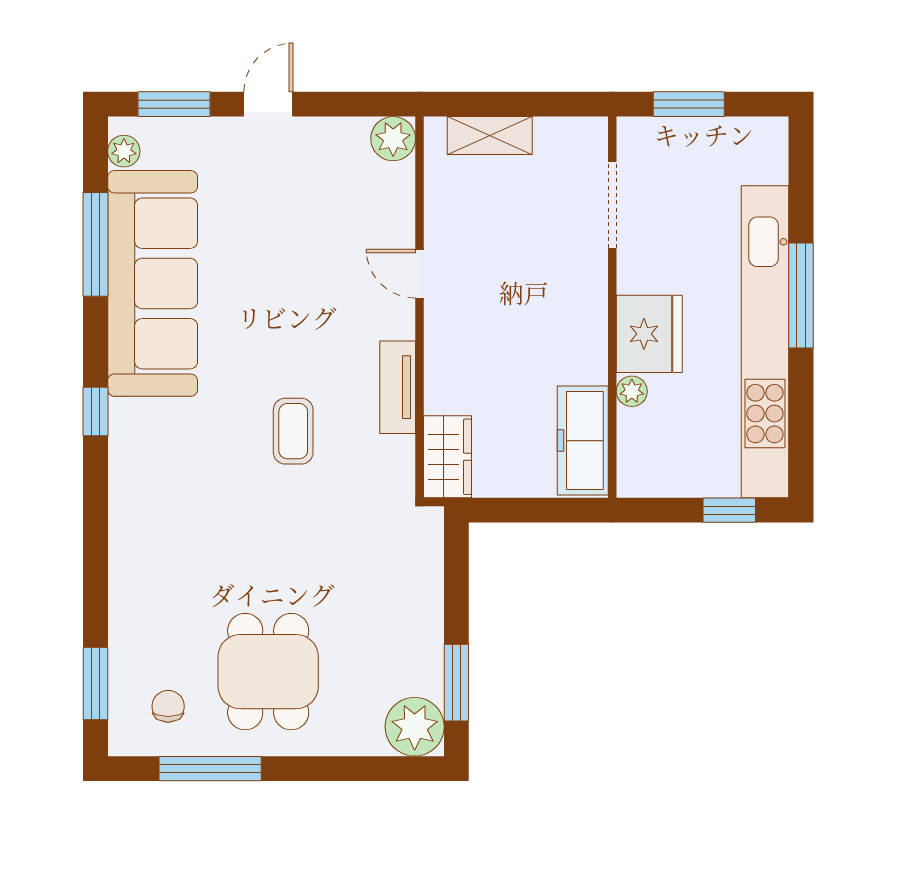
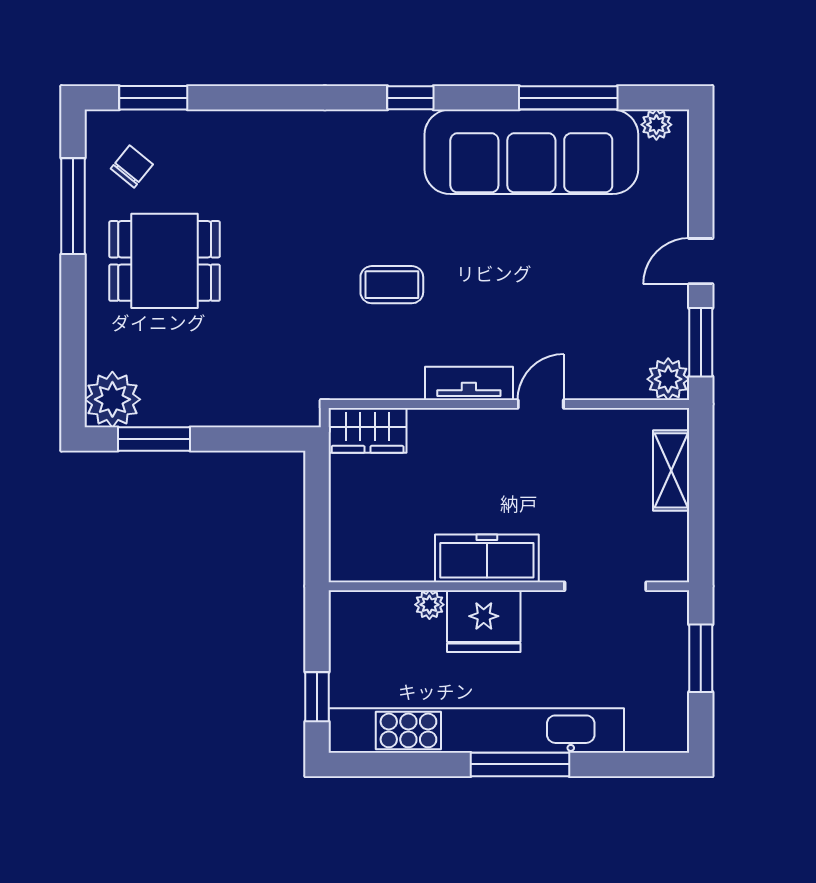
window: (174, 104) -> (701, 342), moved
door: (268, 104) -> (701, 261), swing flipped
tv unit: (398, 387) -> (469, 383), moved
freezer: (583, 441) -> (487, 558), moved
chair: (168, 706) -> (132, 167), turned -51

